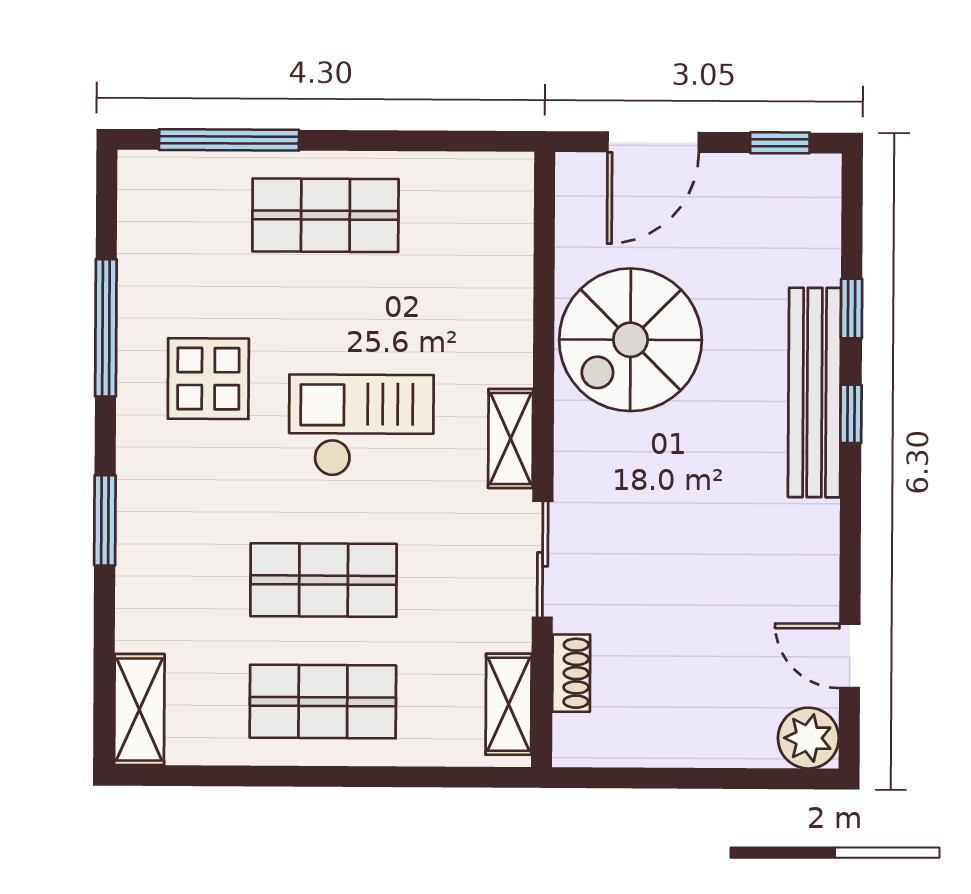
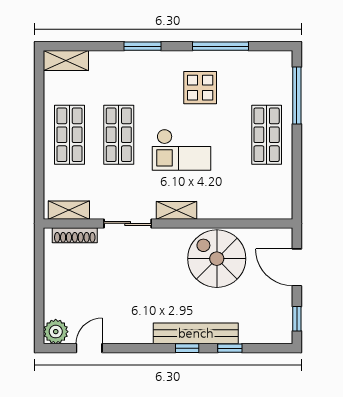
checkout: (361, 425) -> (182, 150), turned 90
shoe rack: (571, 673) -> (75, 235), width x1.43

